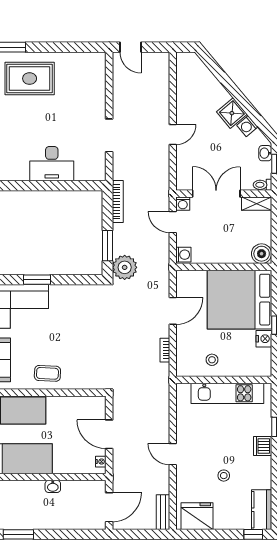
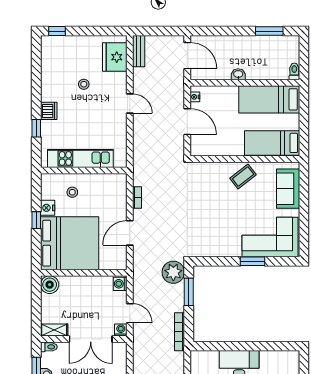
stool: (212, 360) -> (72, 192), moved
coffee table: (47, 373) -> (243, 177), turned -41
door: (109, 507) -> (187, 56), swing flipped
kitchen counter: (262, 510) -> (50, 53), removed
fridge: (197, 516) -> (115, 57), moved, turned 90

